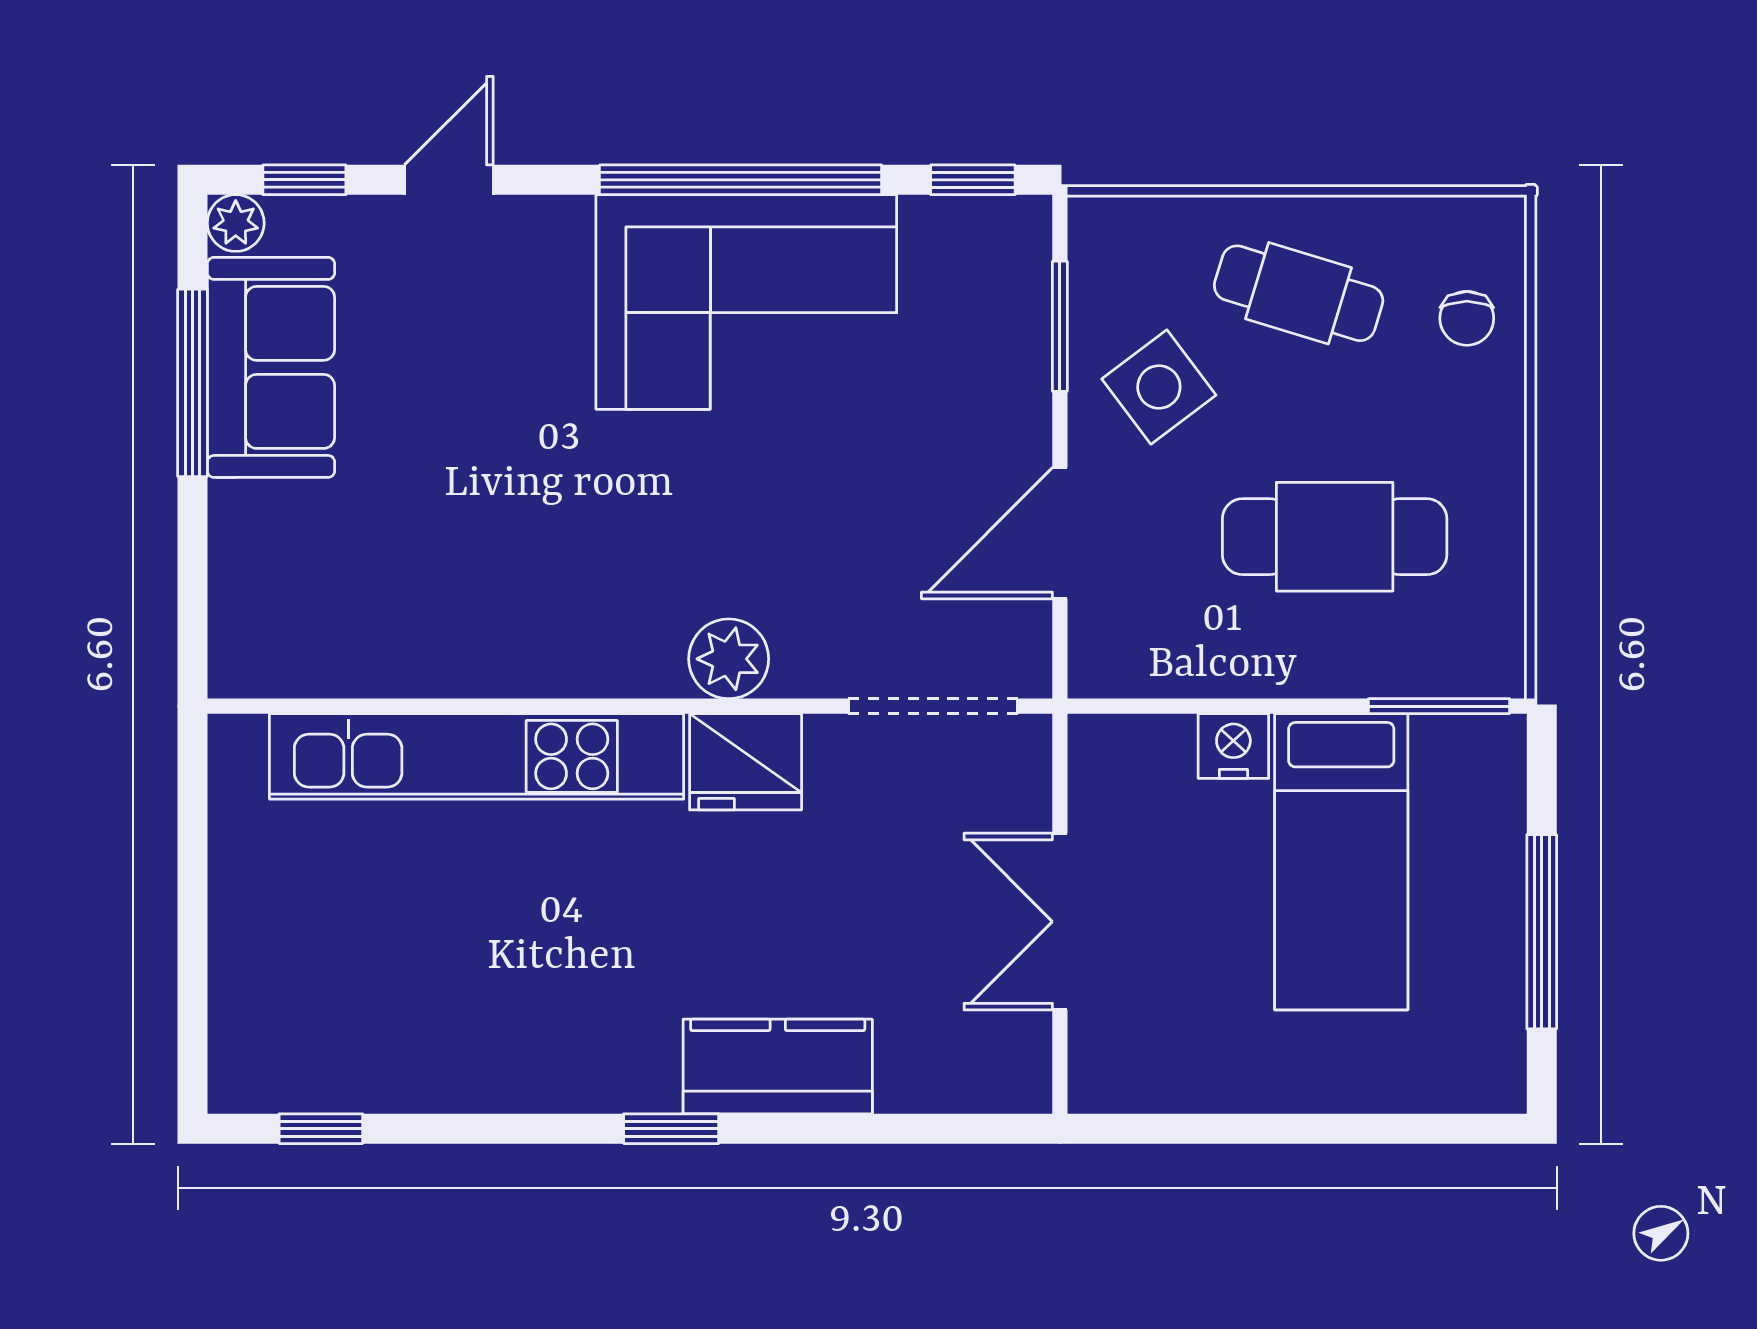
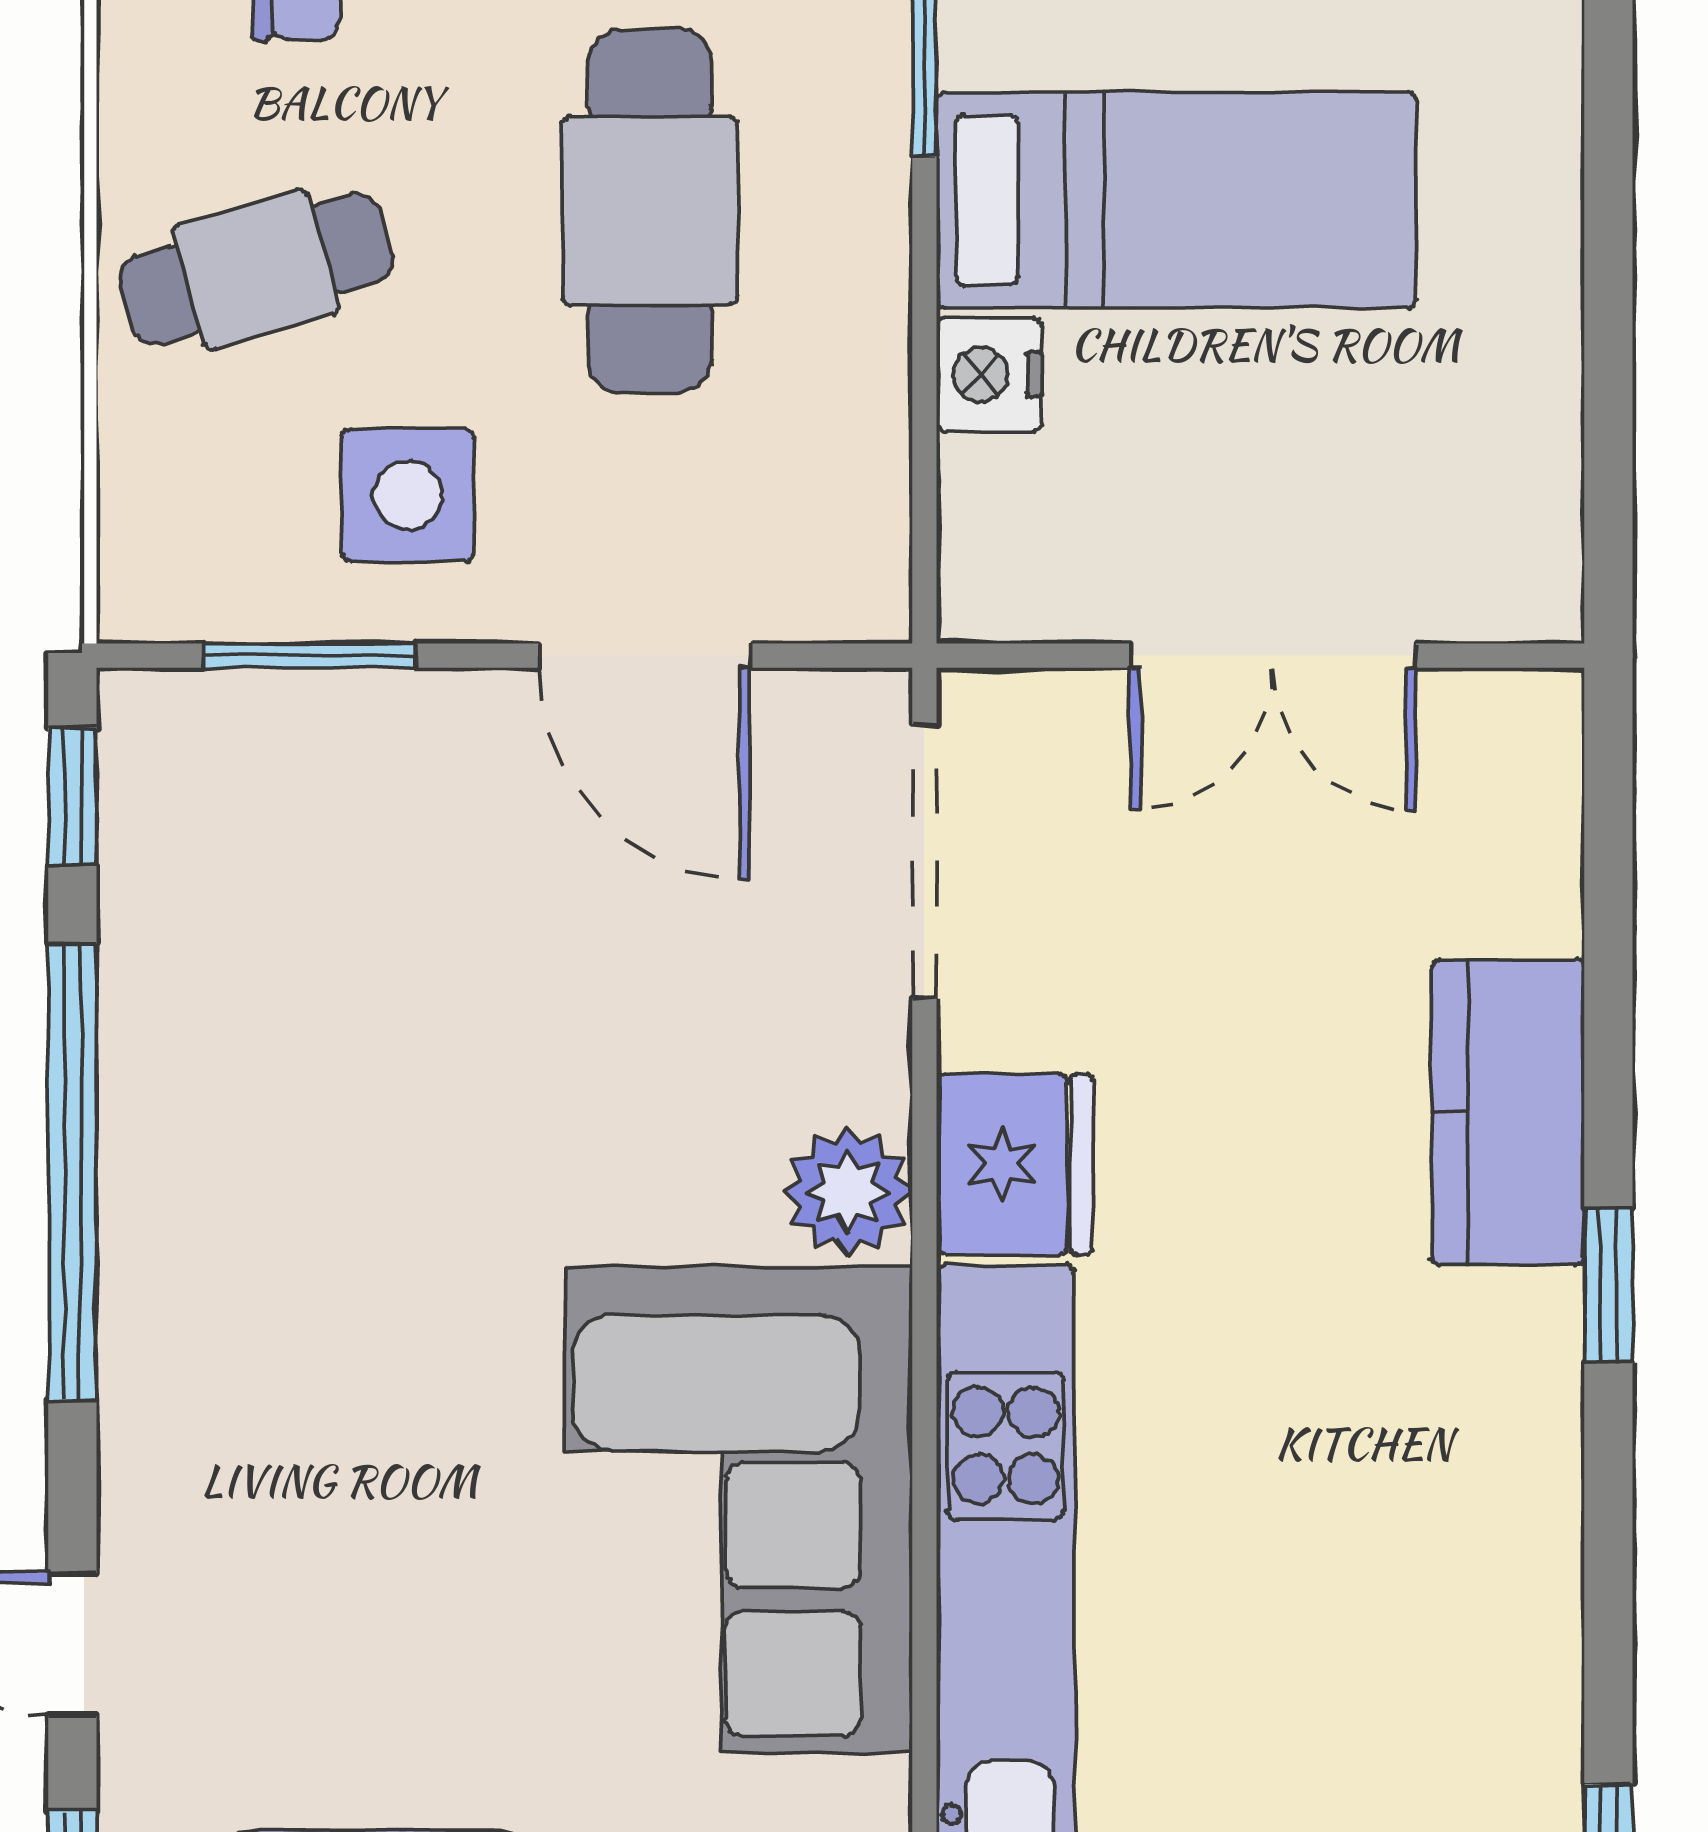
cafe table: (1299, 293) -> (256, 269), turned 57
corner sofa: (746, 302) -> (739, 1509), moved, turned 180
side table: (1159, 387) -> (408, 495), turned 37

